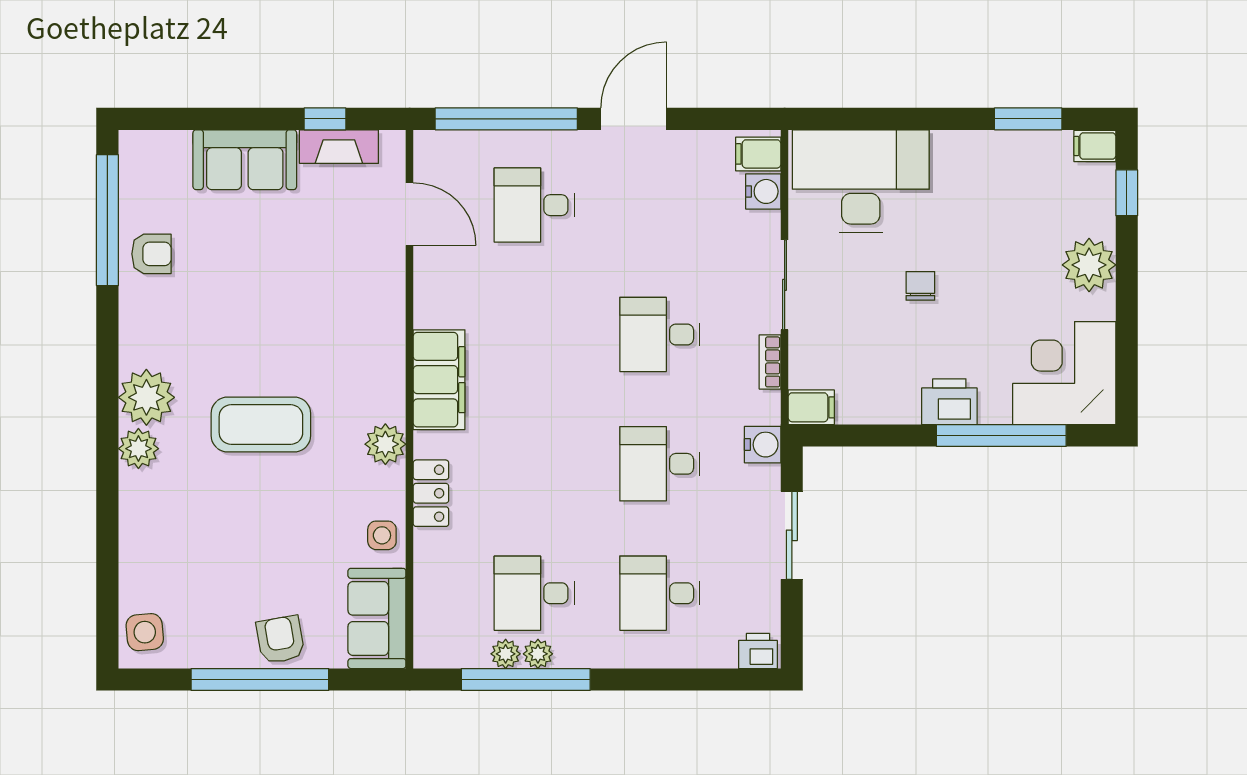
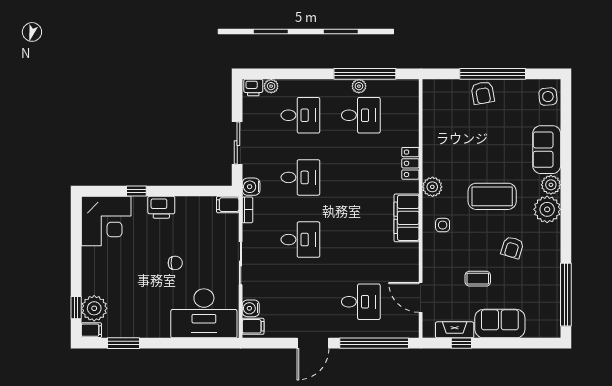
coffee table: (291, 253) -> (478, 279), added
armchair: (151, 254) -> (512, 248), moved, turned -73
plant: (1089, 265) -> (94, 308), moved
chair: (920, 286) -> (175, 263), turned -90
bookcase: (770, 362) -> (247, 210), moved
window: (1001, 436) -> (136, 191), width x0.32
side table: (382, 535) -> (443, 225), moved
sofa: (377, 618) -> (547, 150), moved, turned 180
plant: (506, 654) -> (271, 86), moved

